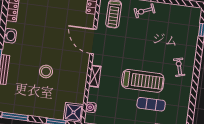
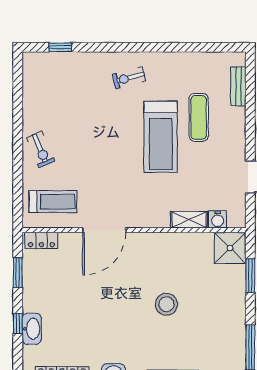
shelving: (95, 76) -> (189, 220), moved
treadmill: (143, 81) -> (161, 137), turned 180

